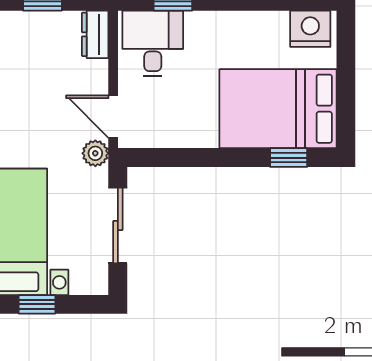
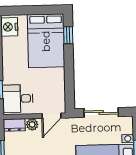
plant: (95, 153) -> (32, 124), moved

